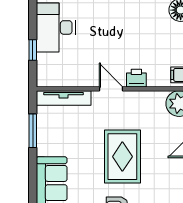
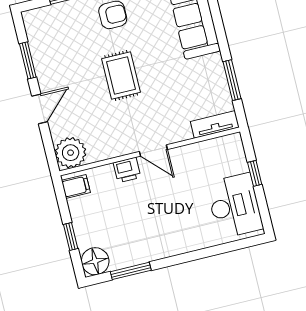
tv unit: (64, 98) -> (215, 124), width x0.71
rug: (122, 157) -> (121, 75), width x0.73, depth x0.70

